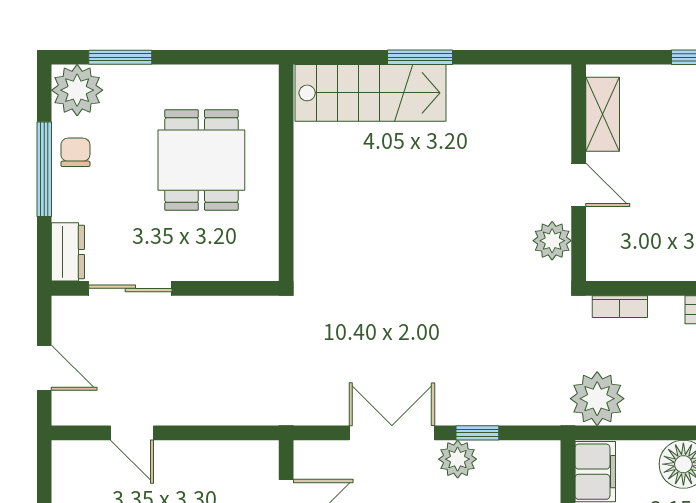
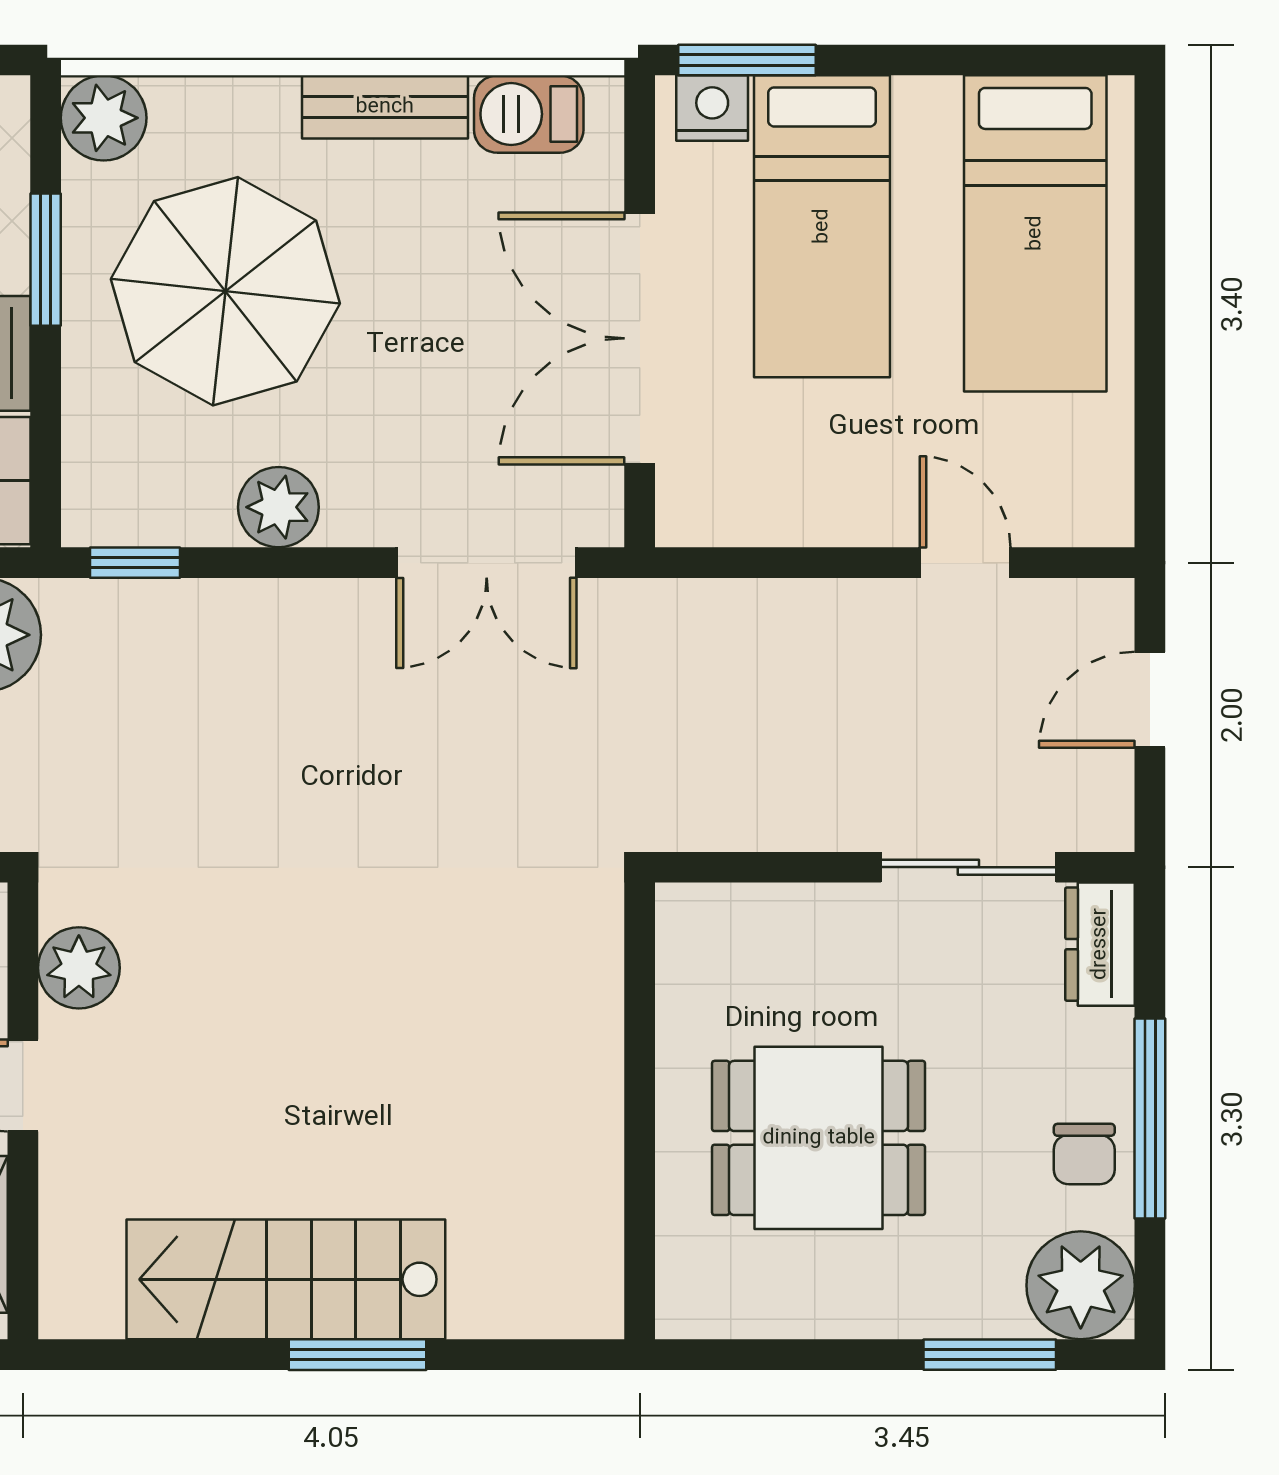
stairs: (371, 93) -> (286, 1279), moved
dining table: (201, 160) -> (819, 1138), turned 90
door: (44, 368) -> (1150, 700), hinge flipped
double door: (392, 433) -> (487, 563), moved
window: (477, 433) -> (135, 563), moved

